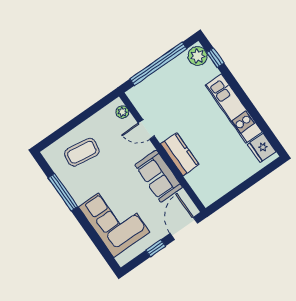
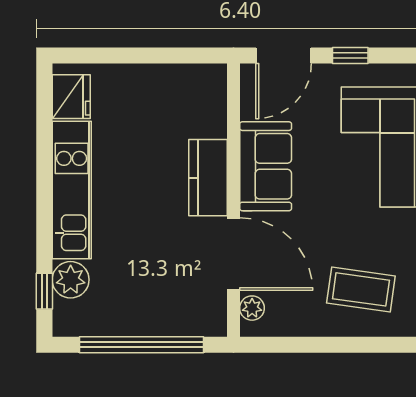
plant: (198, 56) -> (71, 280), moved
door: (146, 129) -> (233, 254), width x1.87

